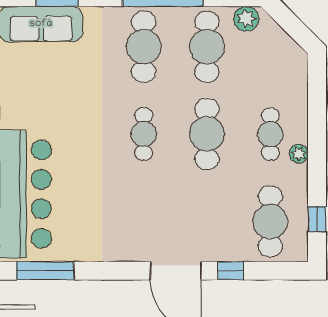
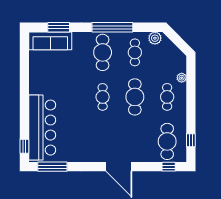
cafe table: (207, 47) -> (135, 52), width x0.73, depth x0.74
plant: (299, 154) -> (182, 78), moved
window: (231, 271) -> (169, 167), moved

